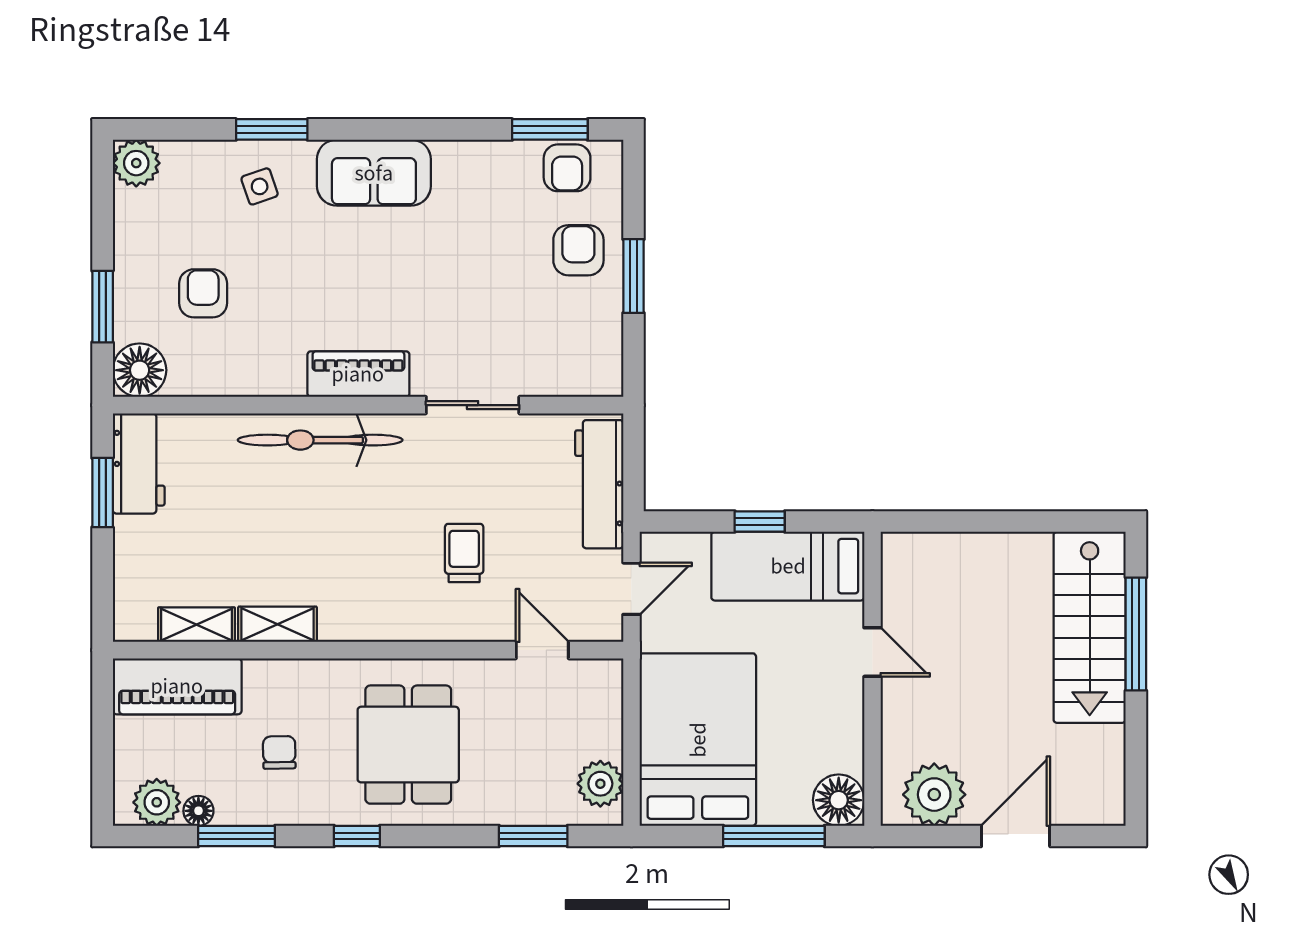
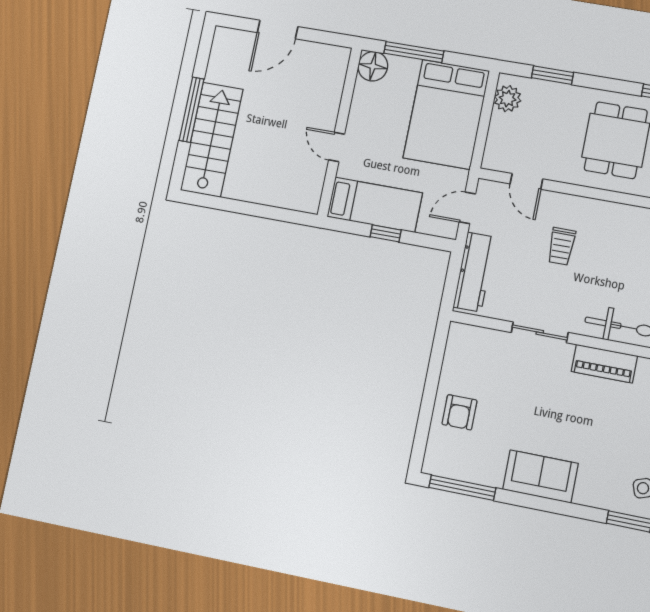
window: (550, 129) -> (462, 488), width x1.44
armchair: (567, 168) -> (457, 463), removed
sofa: (374, 173) -> (540, 476), moved
window: (634, 276) -> (430, 391), removed
window: (1136, 634) -> (192, 110), moved
plant: (934, 795) -> (318, 60), removed

